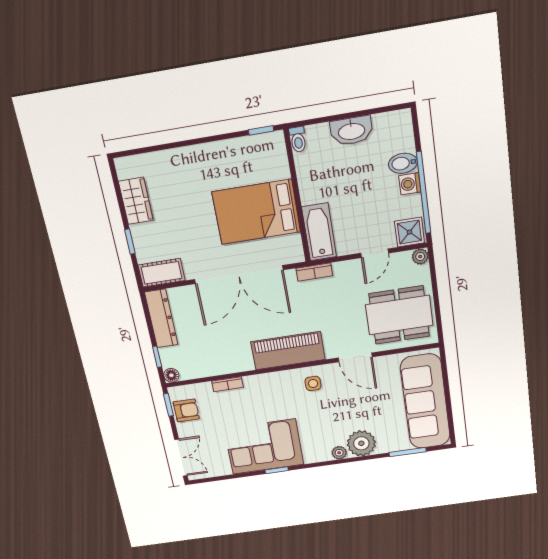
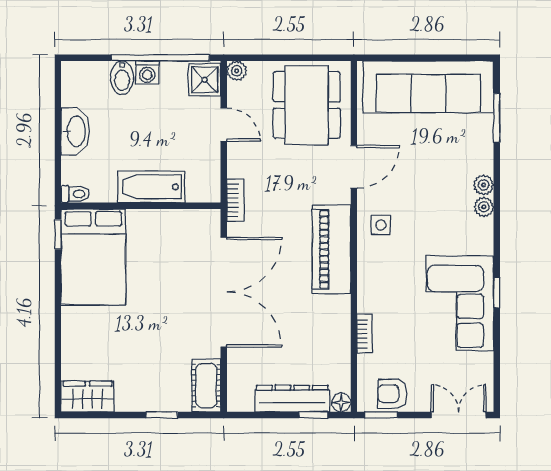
wardrobe: (136, 201) -> (87, 397), moved
bed: (256, 212) -> (93, 257), moved
bathtub: (319, 232) -> (151, 187), moved
dresser: (161, 319) -> (292, 399), moved
armchair: (186, 410) -> (392, 394), turned -90
plant: (361, 443) -> (484, 185), width x0.53, depth x0.53

